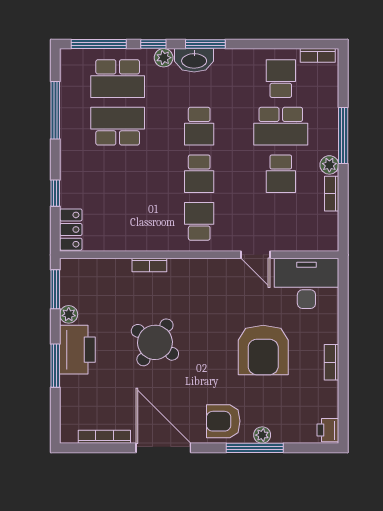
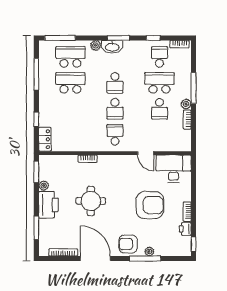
window: (153, 44) -> (153, 38), moved
school desk: (118, 79) -> (70, 57), turned 180
school desk: (281, 126) -> (159, 83), turned 180
round table: (155, 342) -> (91, 201), turned -34
armchair: (263, 350) -> (150, 205), turned -90
window: (55, 366) -> (36, 228), moved
window: (343, 422) -> (194, 244), added
printer: (328, 430) -> (185, 229), moved

